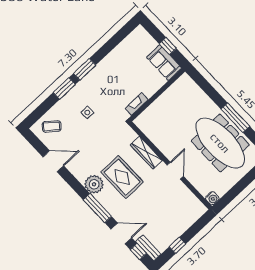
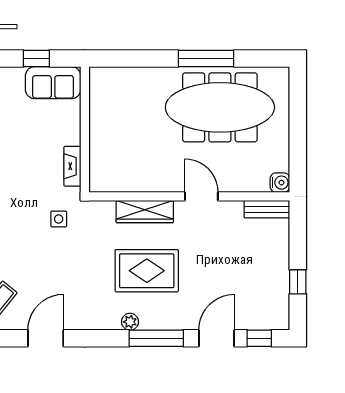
side table: (87, 112) -> (59, 219), moved
plant: (94, 184) -> (130, 322), width x0.53, depth x0.53
bench: (148, 248) -> (267, 209), moved

